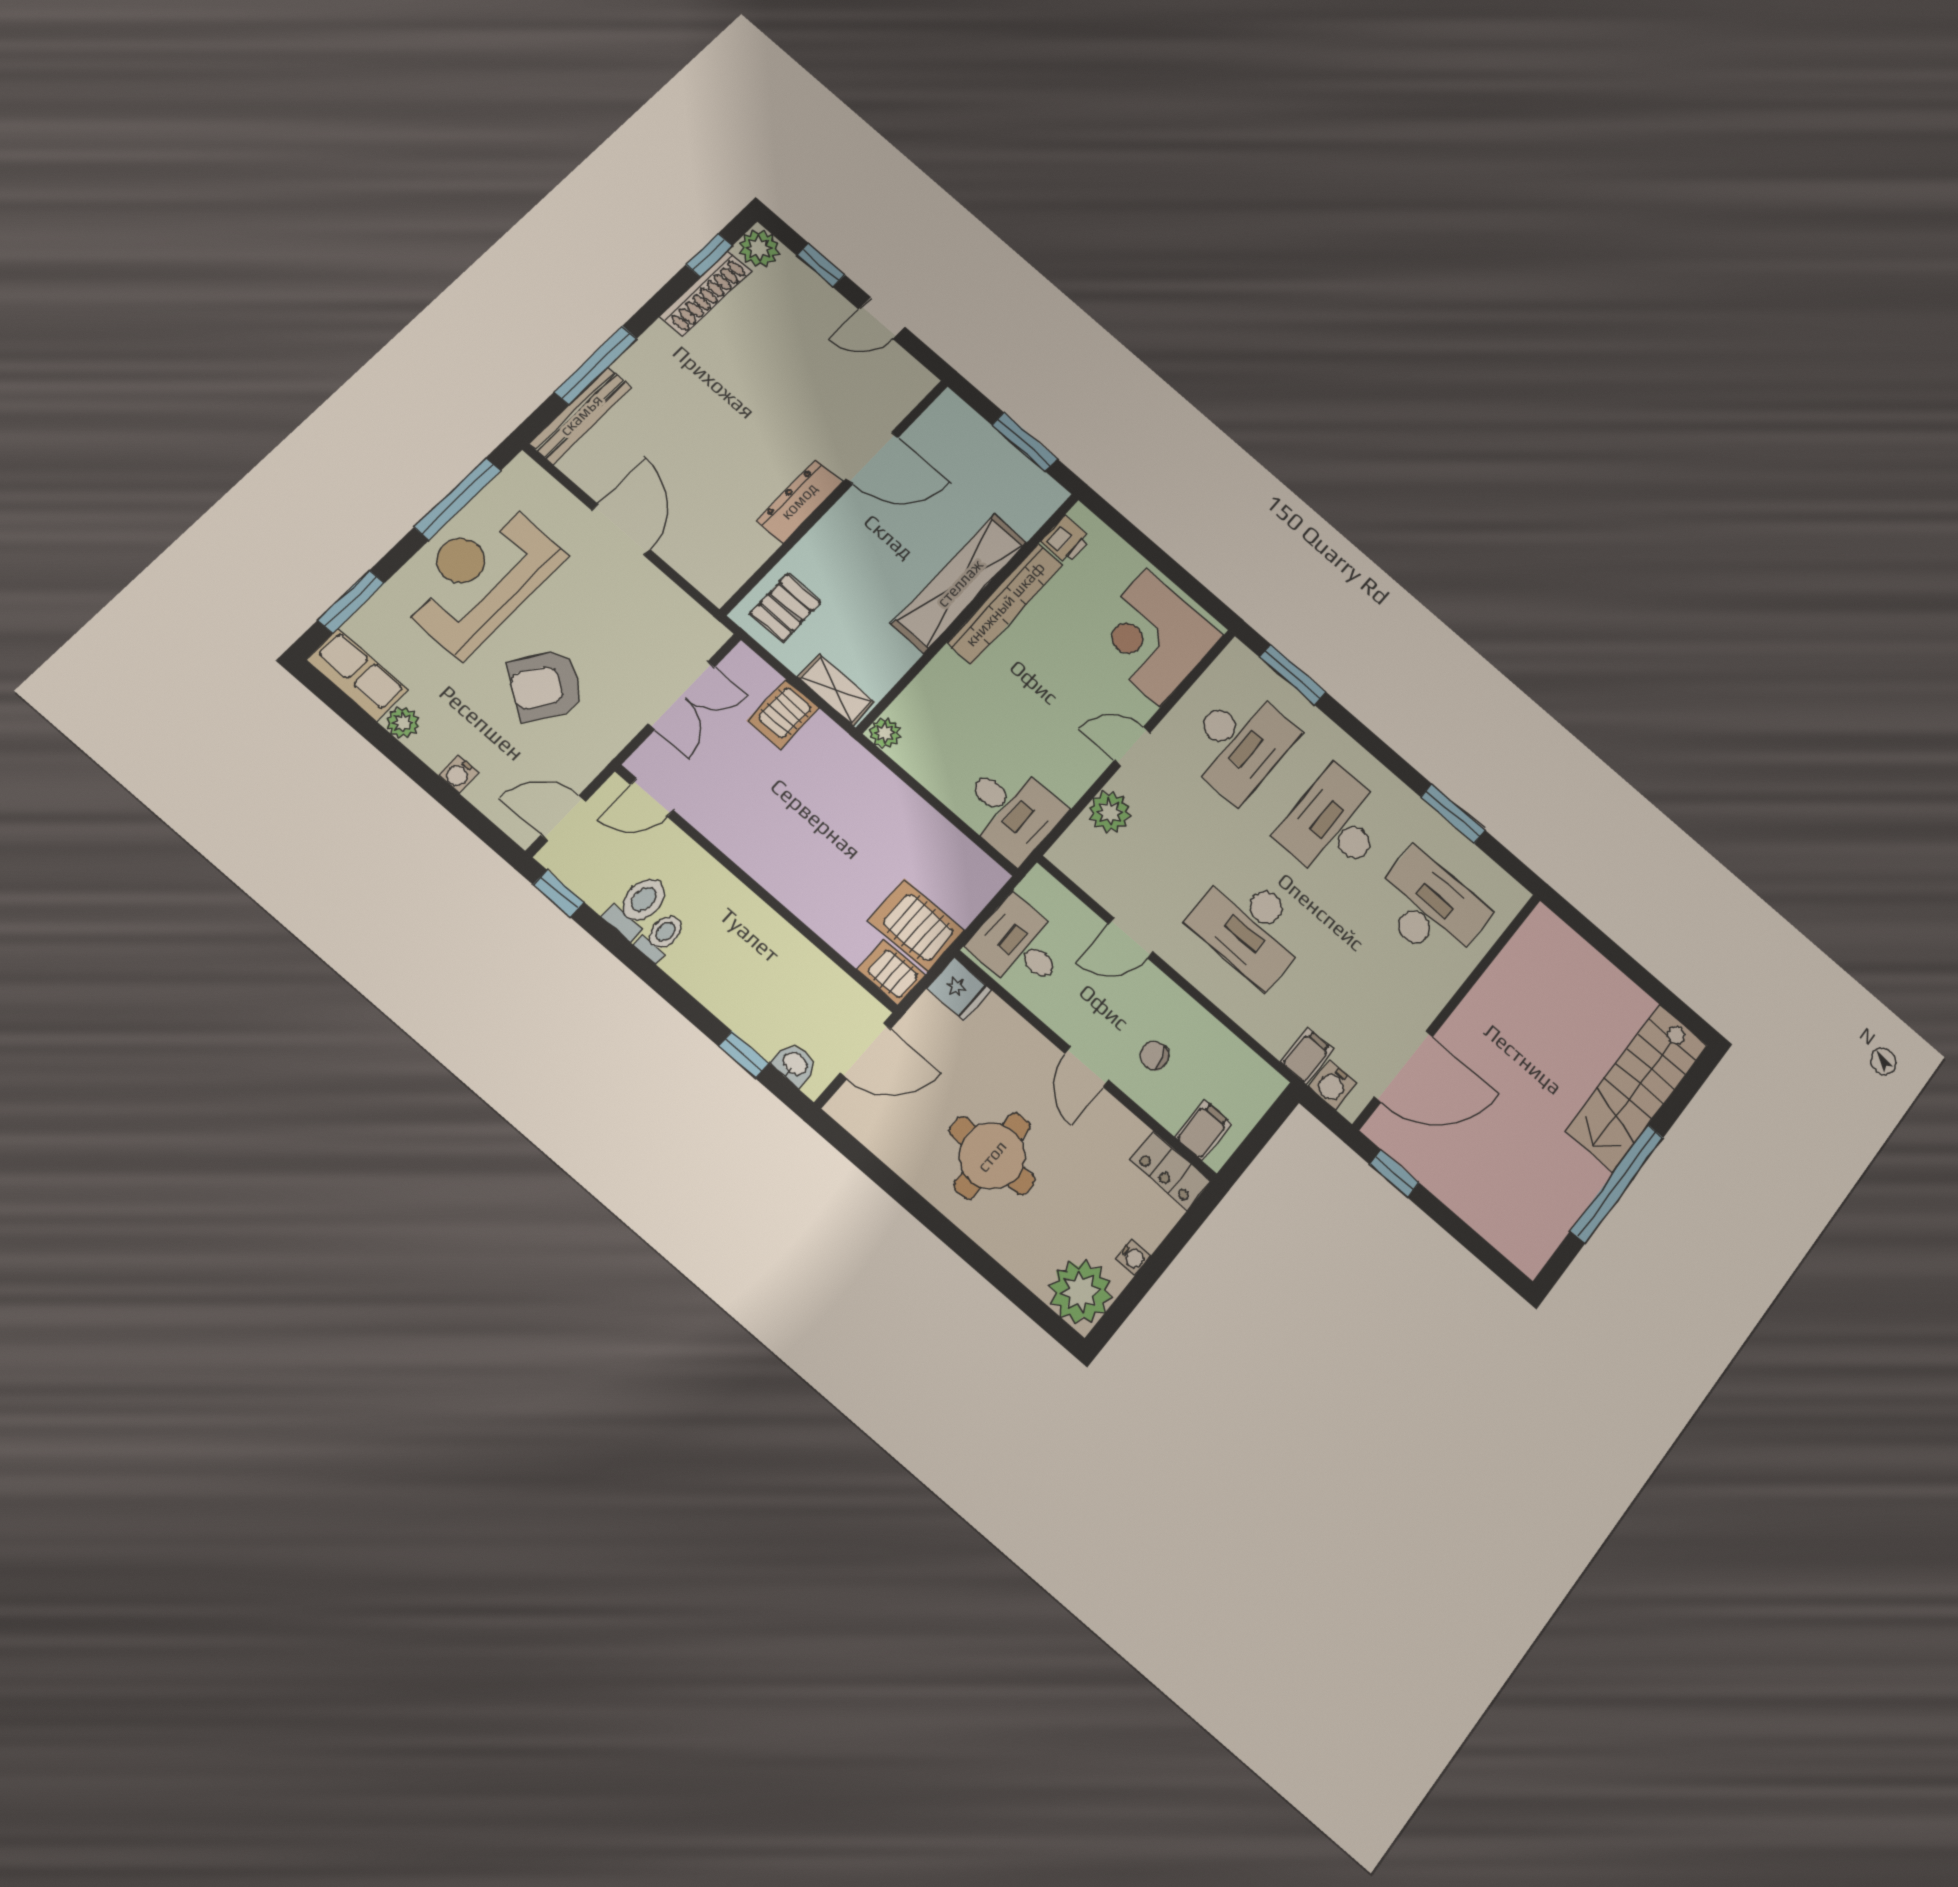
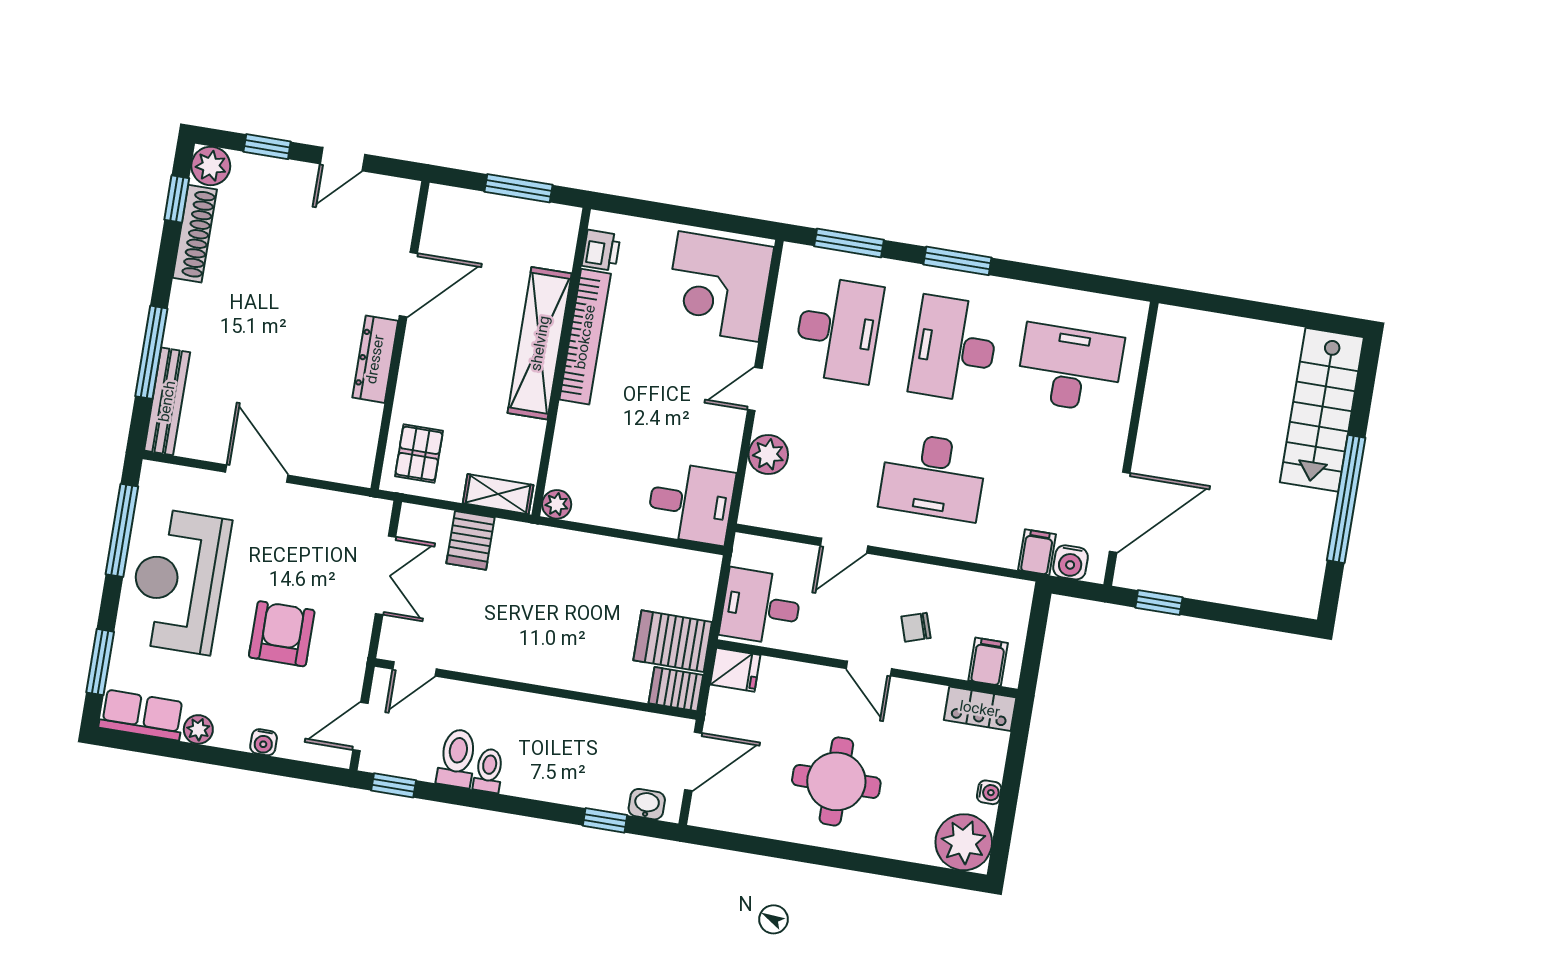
armchair: (546, 686) -> (282, 634), turned 146
window: (1453, 814) -> (957, 261), moved

